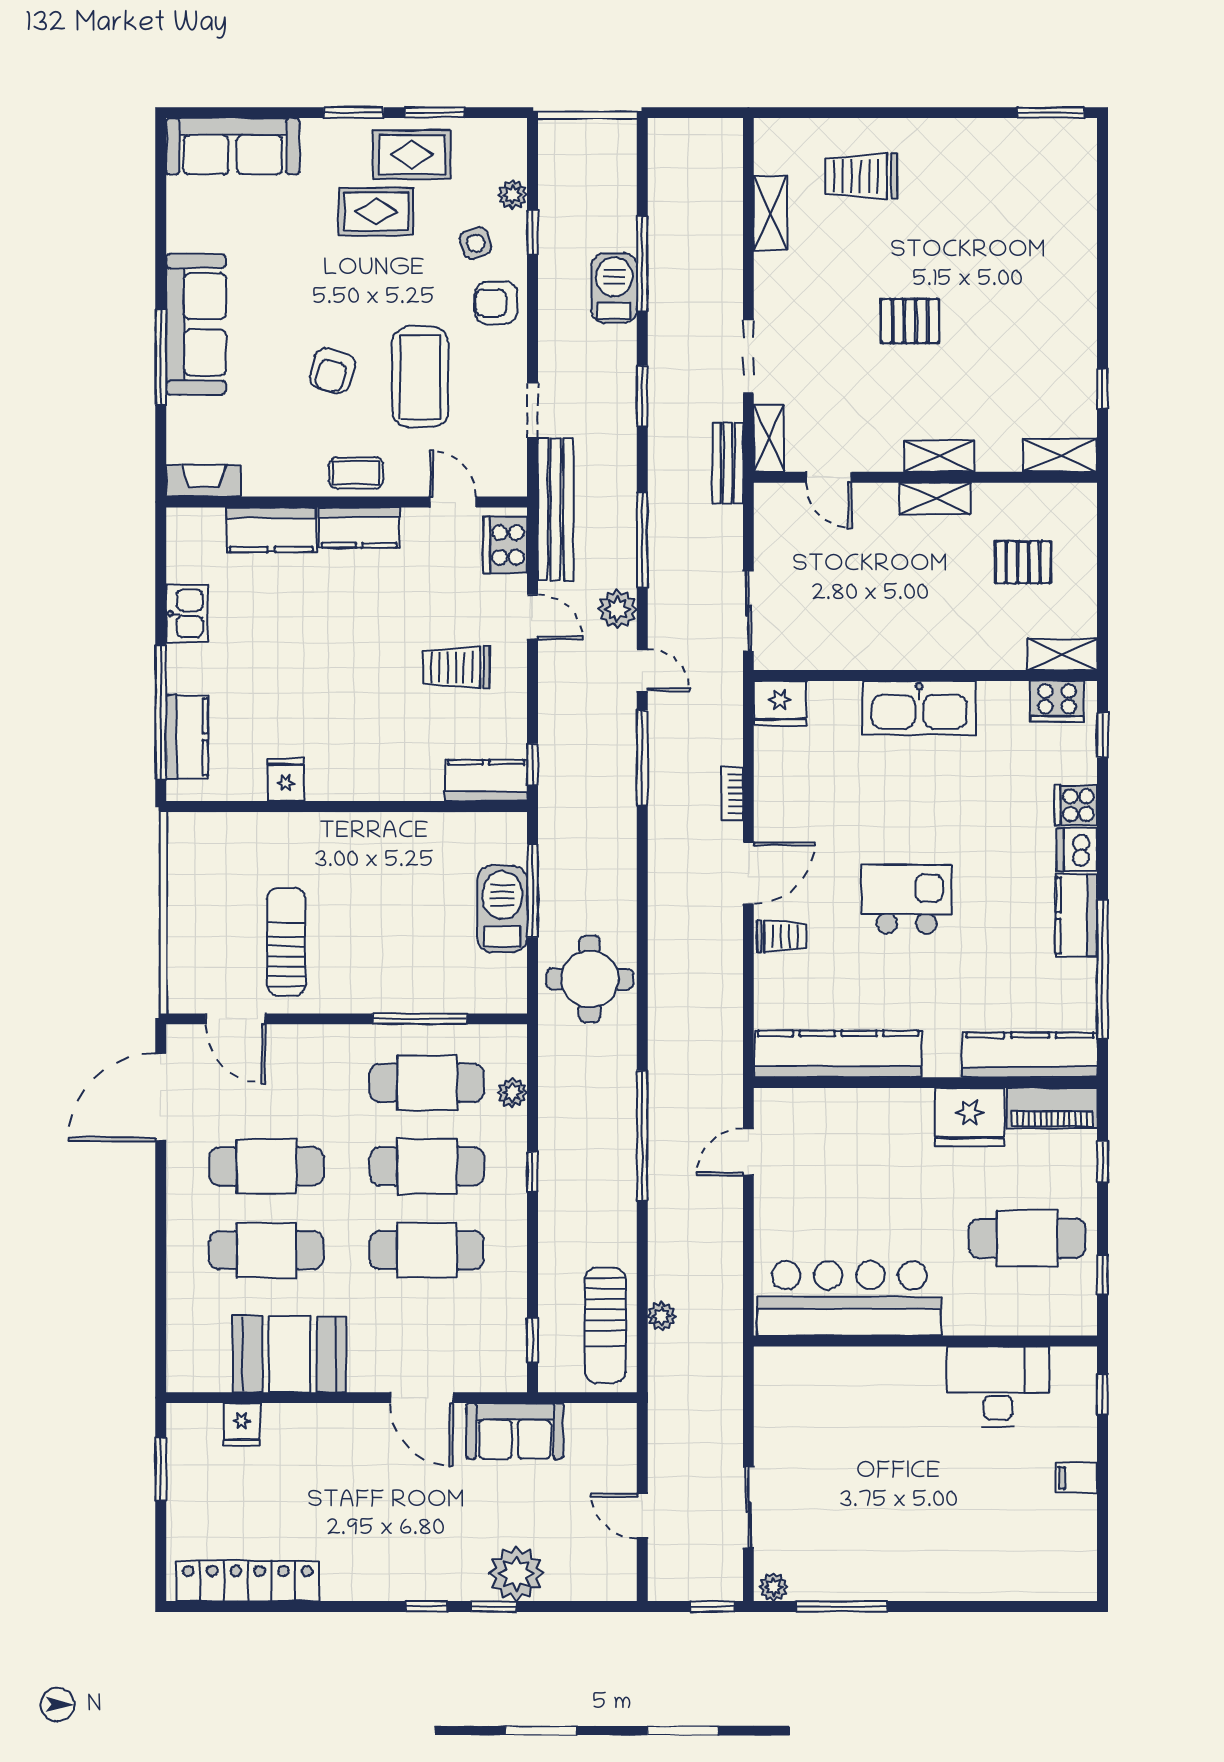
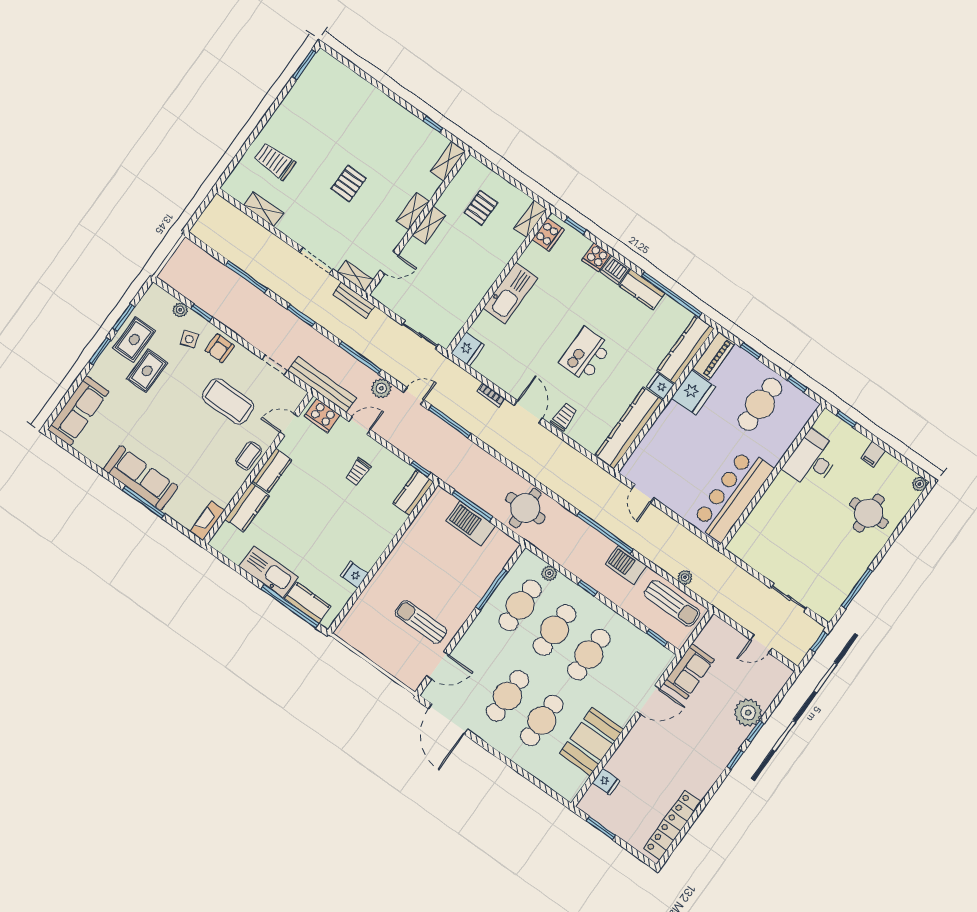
trolley: (861, 176) -> (275, 161), turned 90
barbecue: (614, 288) -> (626, 565), moved
armchair: (332, 371) -> (200, 436), removed
kitchen sink: (187, 613) -> (269, 572), width x1.87, depth x1.24
trolley: (456, 667) -> (358, 472), width x0.73, depth x0.72
fridge: (942, 1056) -> (660, 386), added
round table: (977, 1539) -> (869, 513), added
plant: (774, 1587) -> (919, 484), moved

